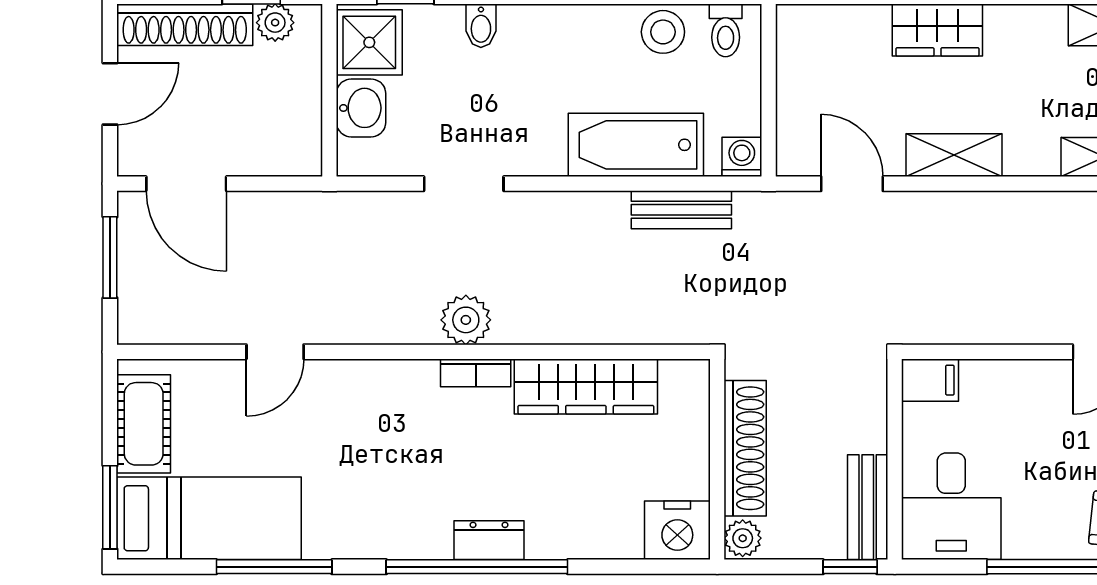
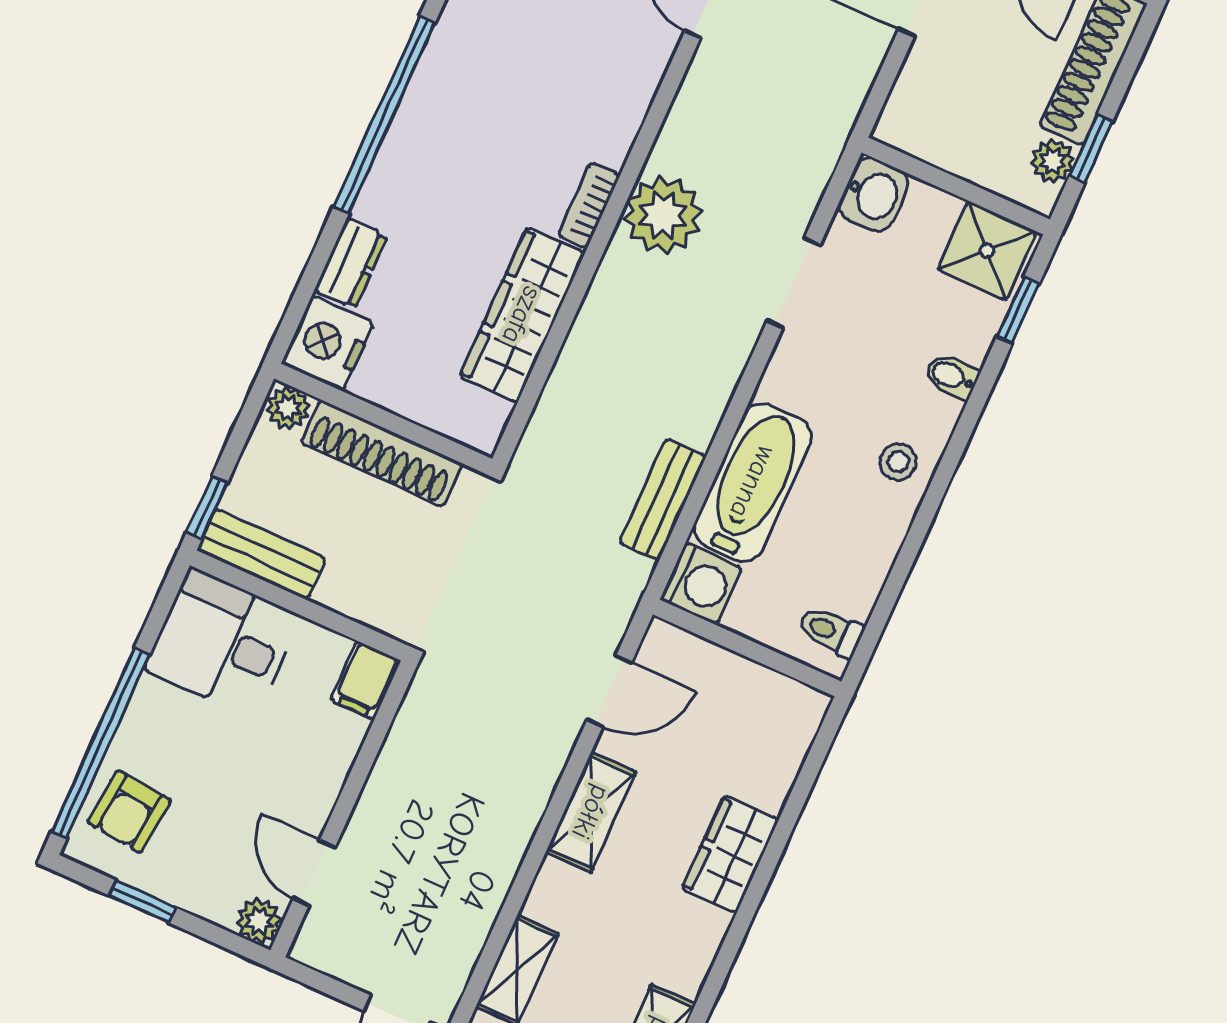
stool: (663, 32) -> (898, 462), moved, width x0.73, depth x0.73
washbasin: (361, 108) -> (874, 195), moved, turned -90
washing machine: (742, 157) -> (701, 584), width x1.38, depth x1.38
plant: (466, 320) -> (663, 215), width x1.36, depth x1.36
dresser: (489, 540) -> (351, 263), moved

